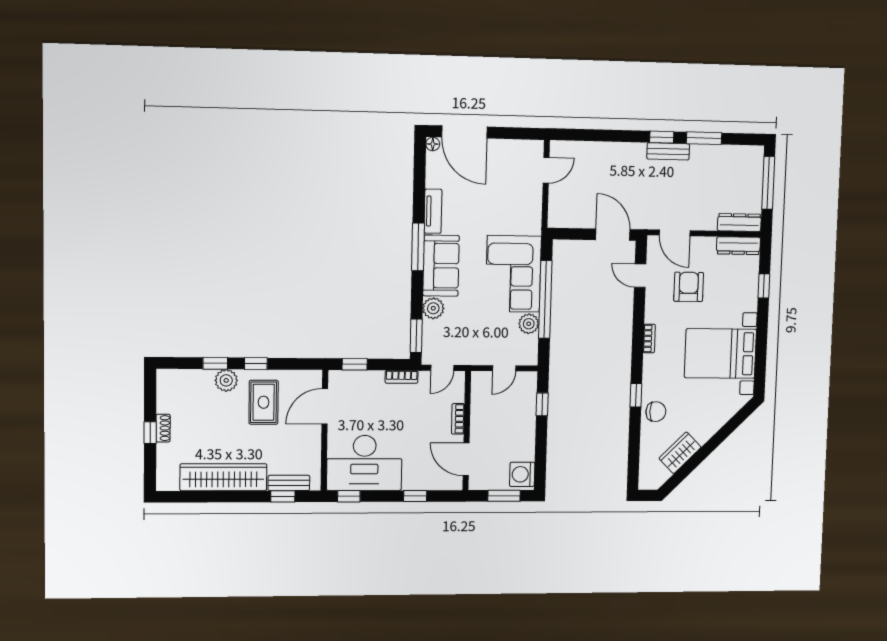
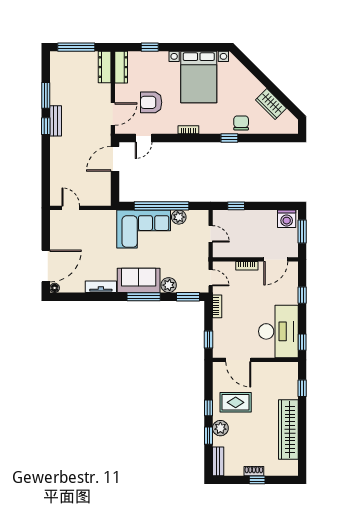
window: (418, 247) -> (144, 297), moved
bench: (289, 483) -> (218, 461), moved

